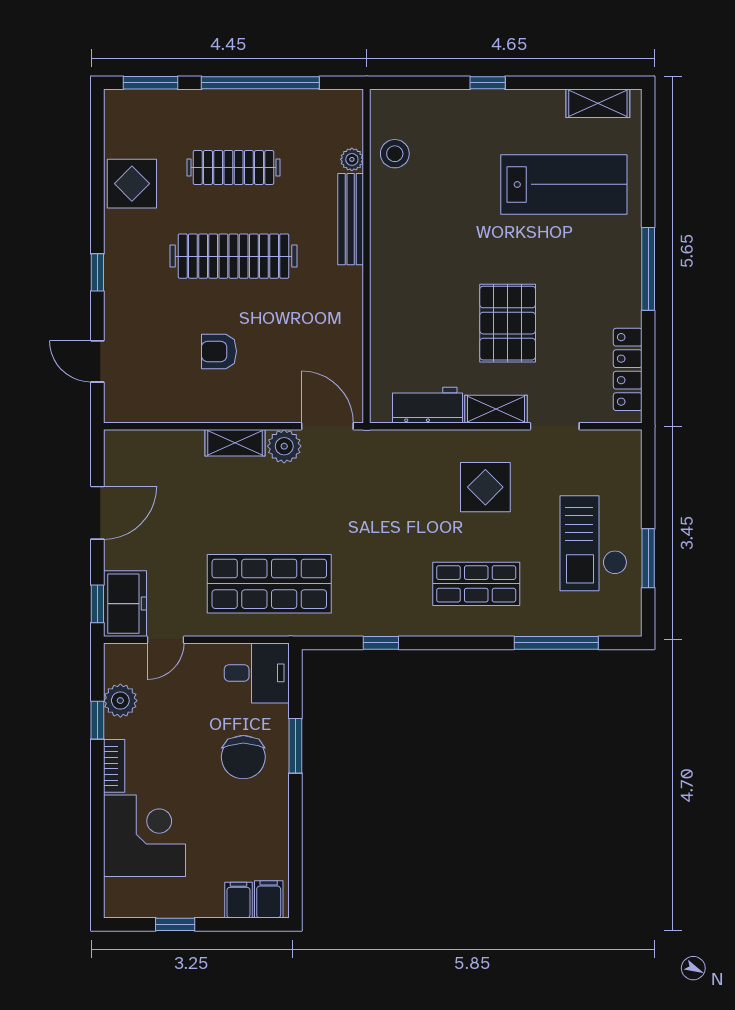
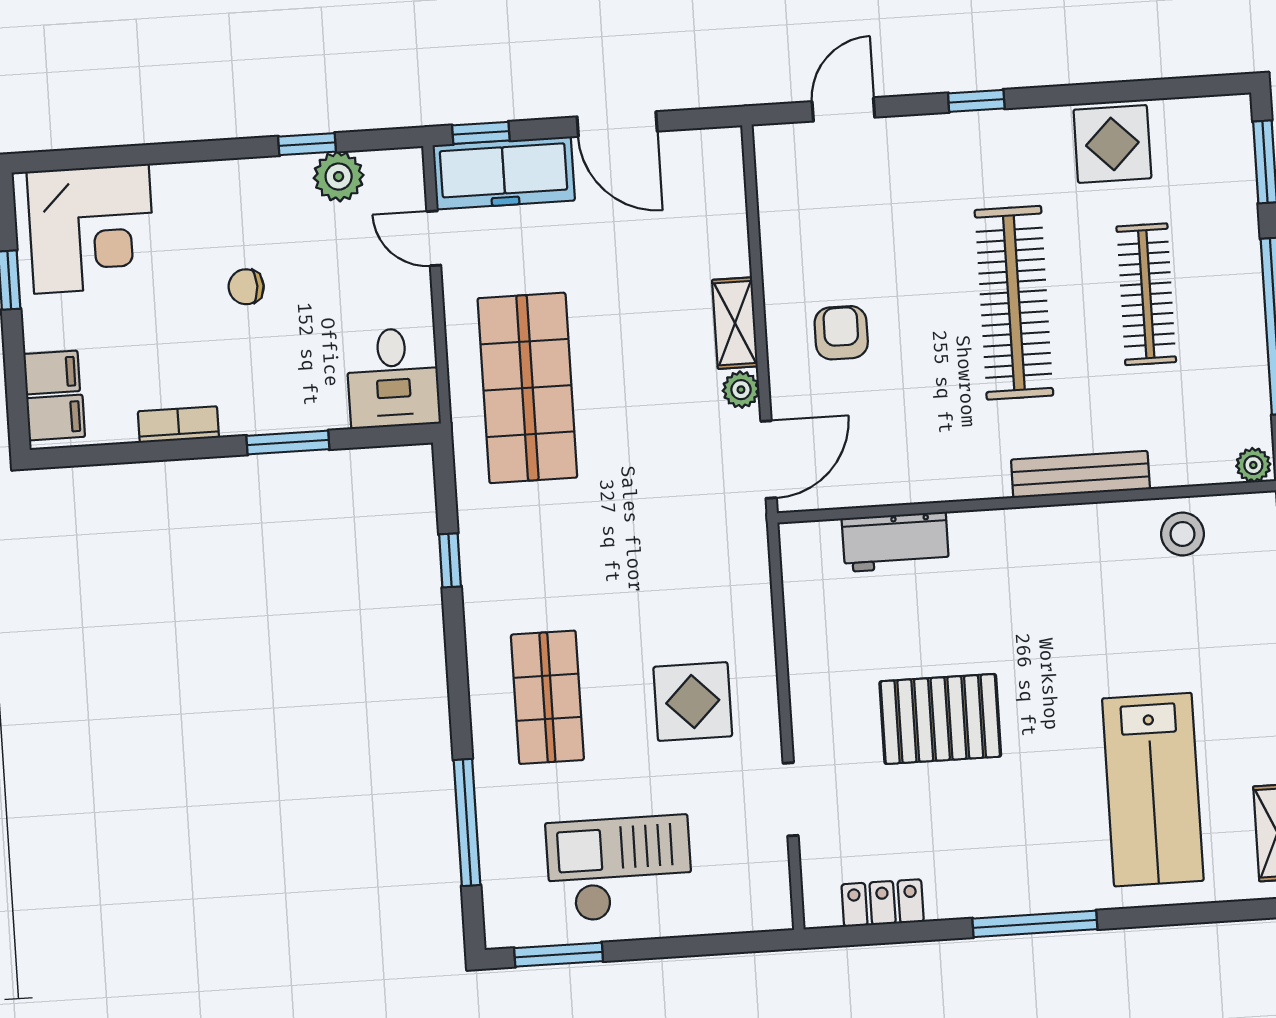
plant: (352, 159) -> (1253, 465), moved
armchair: (219, 351) -> (841, 333), moved
locker: (628, 369) -> (883, 903), width x0.66
workbench: (428, 405) -> (895, 542), moved, turned 90
shelving: (496, 409) -> (810, 710), removed
plant: (284, 446) -> (741, 390), width x0.73, depth x0.73
window: (648, 558) -> (559, 955), moved
freezer: (125, 604) -> (504, 173), width x1.40
chair: (243, 757) -> (246, 287), moved, width x0.54, depth x0.54
bookcase: (114, 766) -> (178, 424), moved, turned 180
corner desk: (144, 836) -> (91, 229), moved

